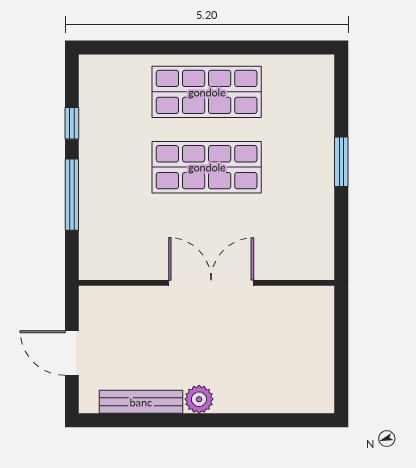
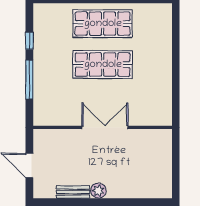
window: (341, 162) -> (176, 62), removed
bench: (141, 402) -> (73, 192), width x0.73

